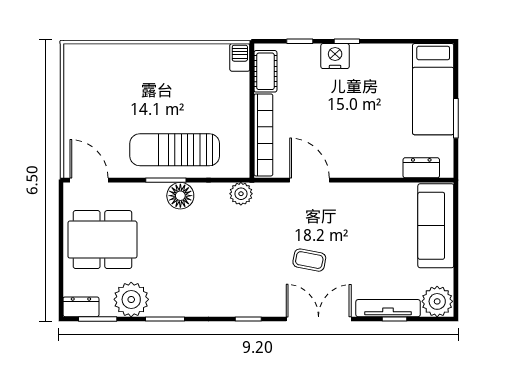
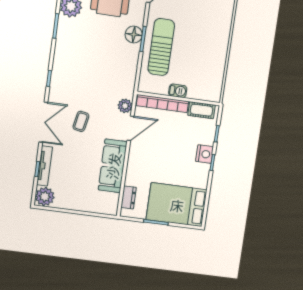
barbecue: (240, 57) -> (178, 91), moved
bed: (433, 89) -> (177, 205), width x1.50
plant: (241, 194) -> (125, 106), moved
floor lamp: (180, 196) -> (134, 35), moved
sofa: (436, 226) -> (113, 166), moved, turned -90

